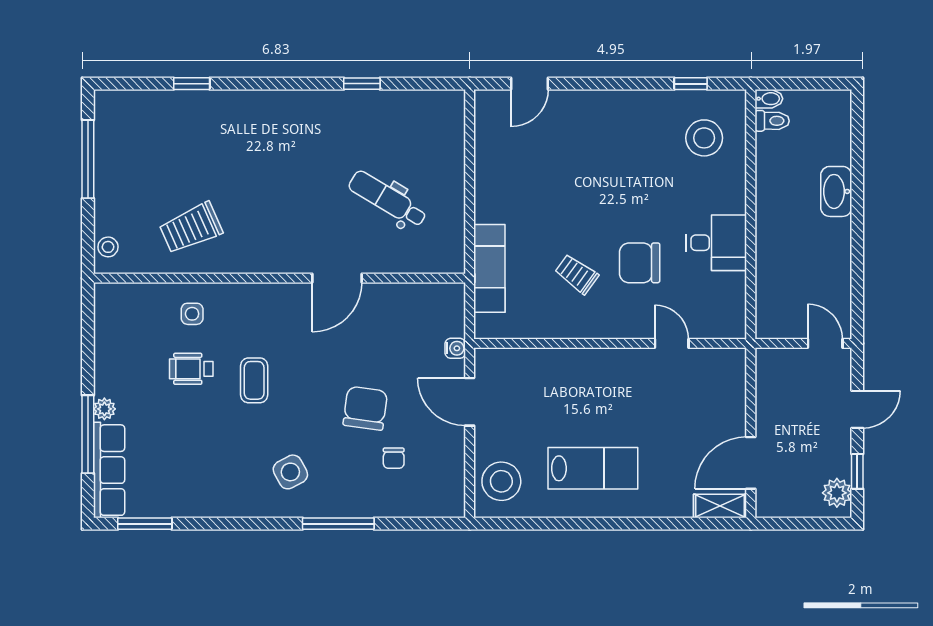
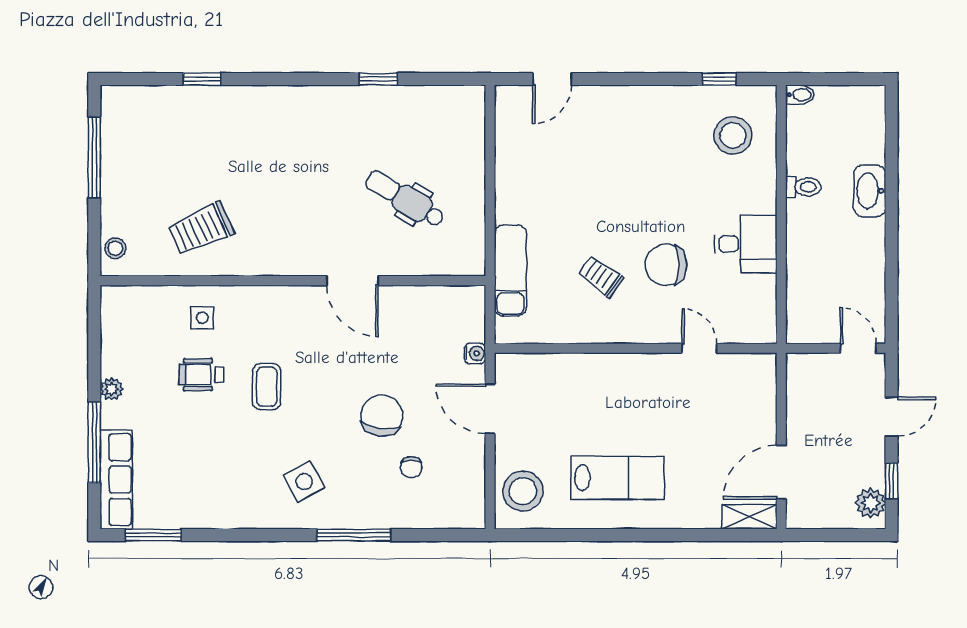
toilet: (772, 121) -> (803, 187), moved
door: (337, 278) -> (352, 281), hinge flipped
plant: (104, 409) -> (112, 389), moved

